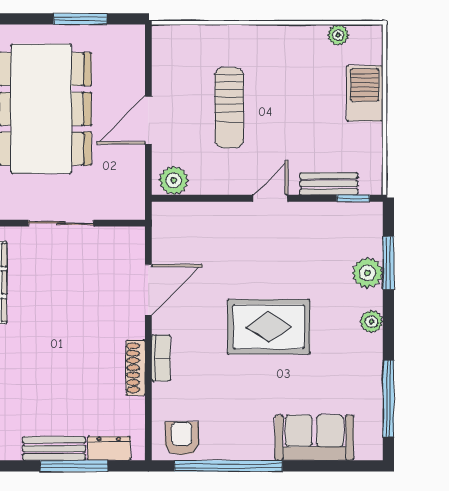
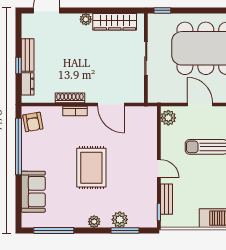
armchair: (182, 438) -> (33, 122), turned 80
window: (74, 466) -> (18, 65), width x0.46

